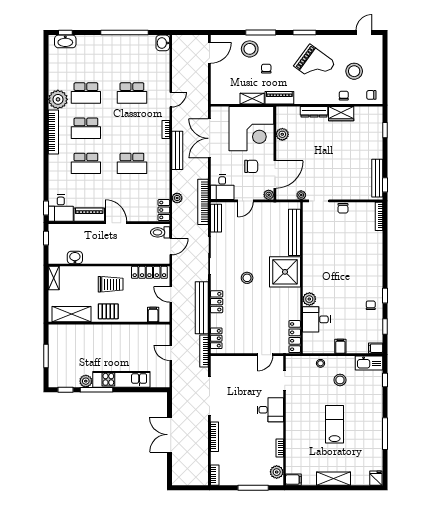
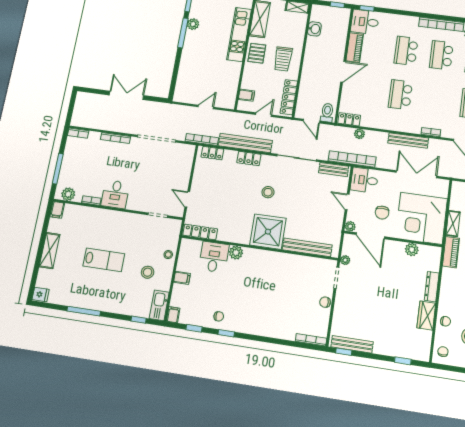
kitchen unit: (121, 379) -> (239, 34), moved, turned 180
desk: (270, 410) -> (115, 194), moved

